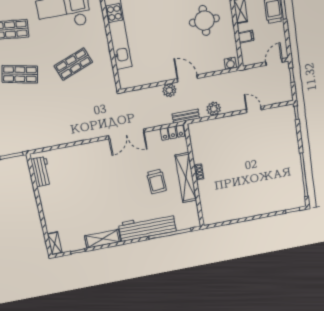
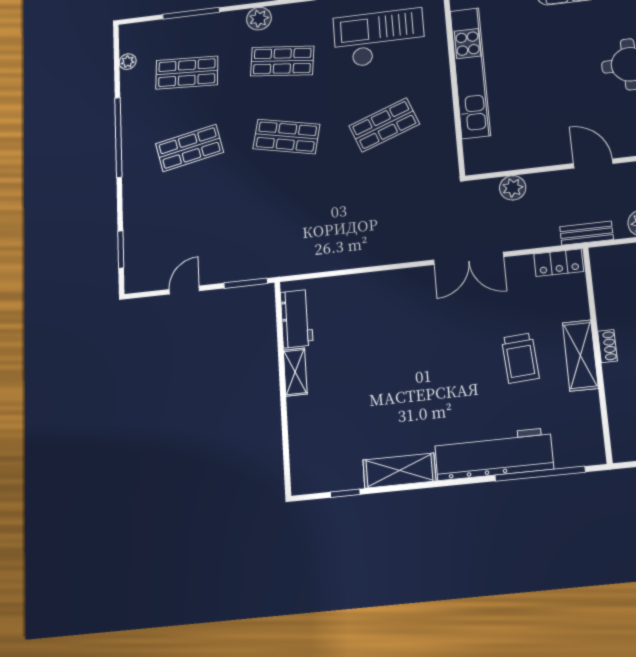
plant: (169, 90) -> (513, 188), moved
shelving: (186, 178) -> (580, 355), width x0.68
shelving: (55, 243) -> (295, 372), moved

